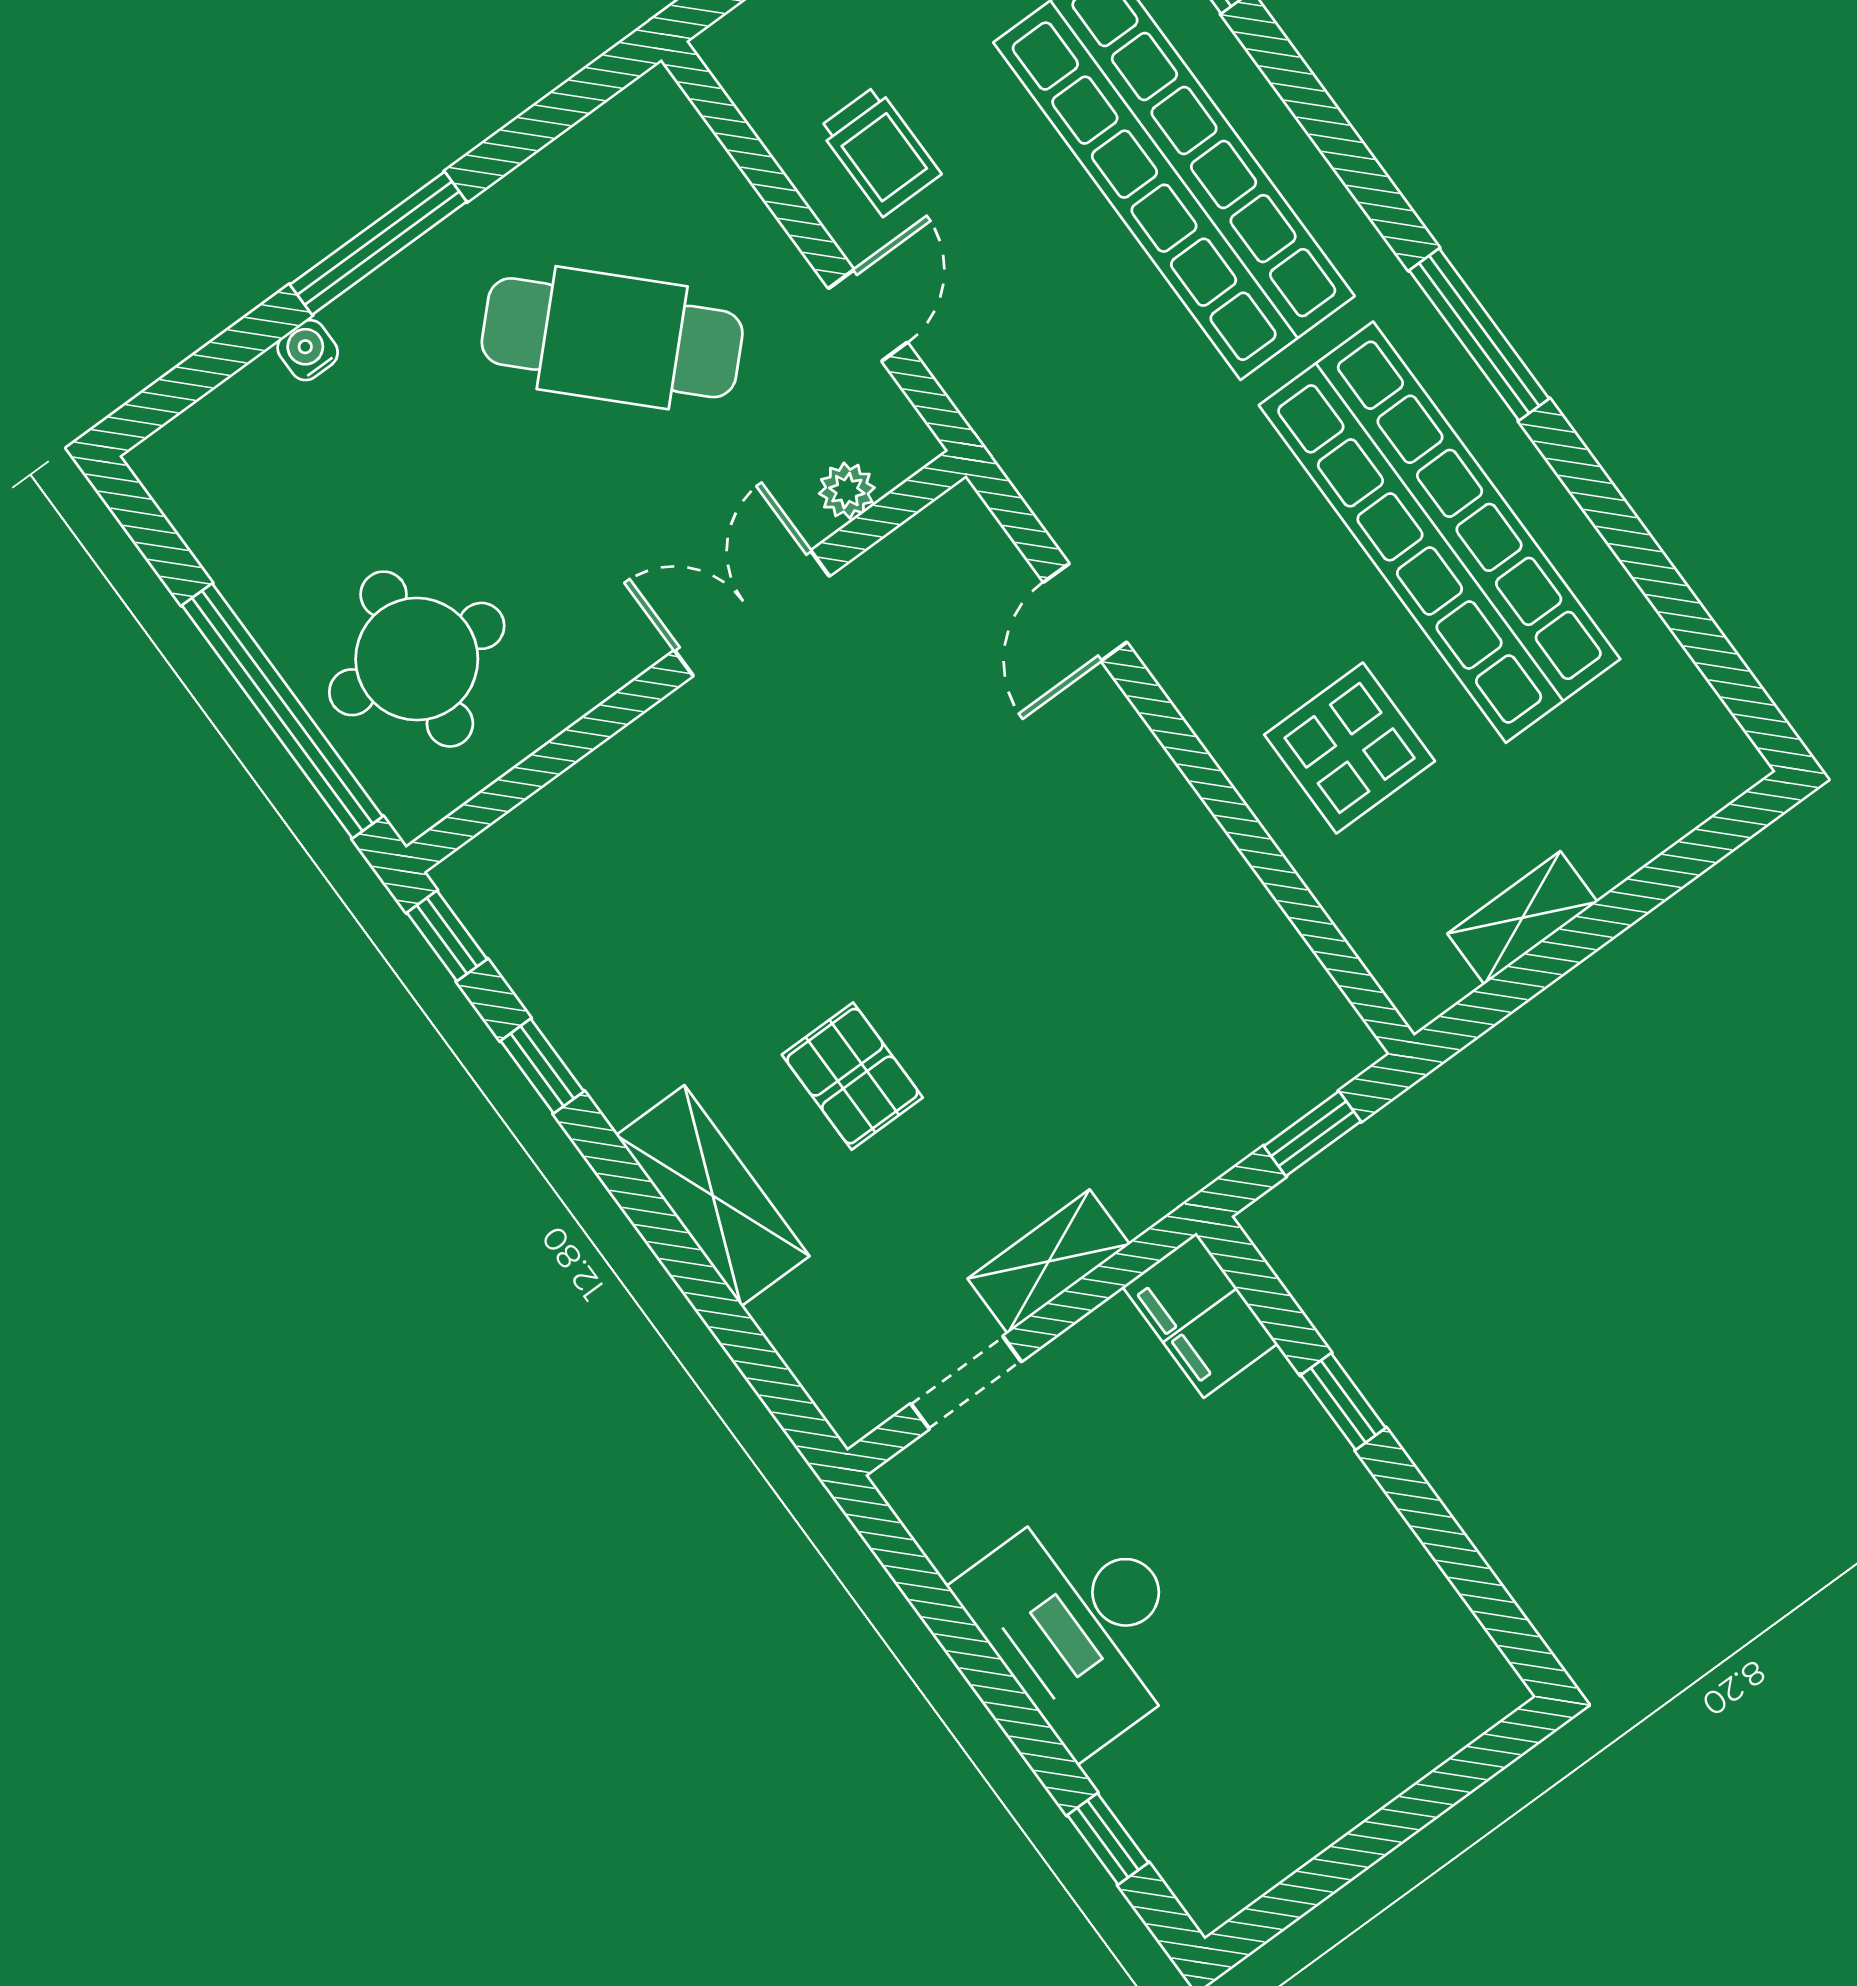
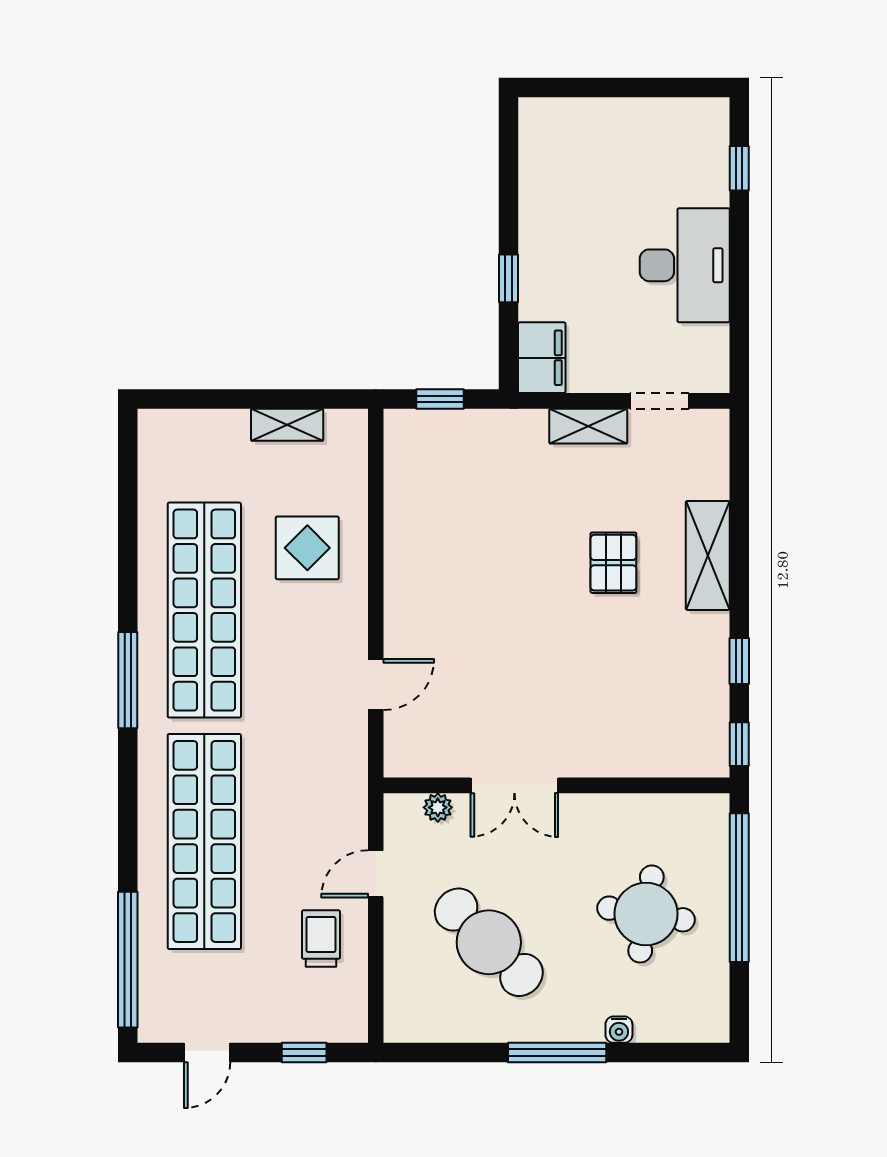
round table: (417, 659) -> (646, 914), moved

